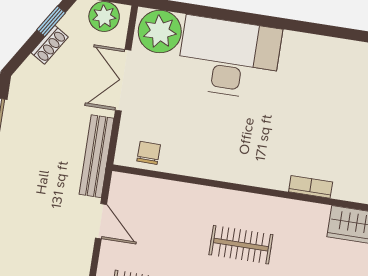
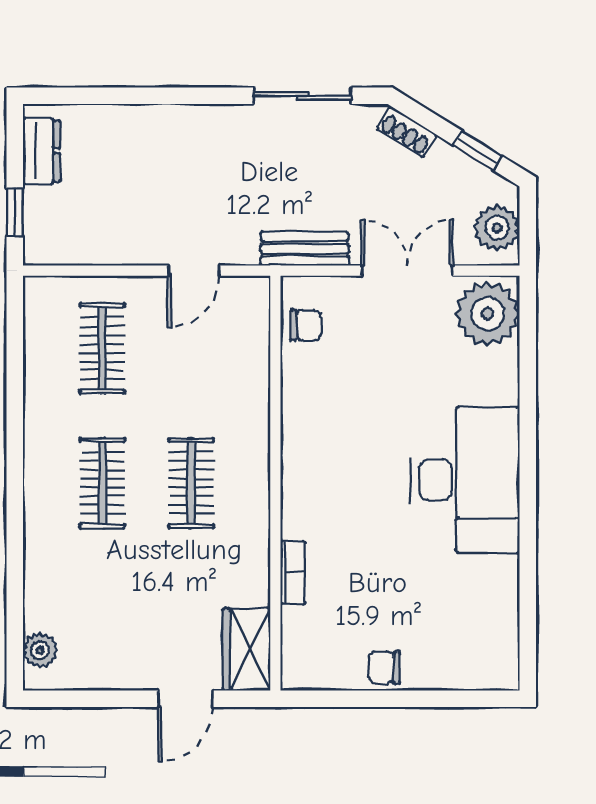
shoe rack: (50, 45) -> (407, 132), moved
desk: (229, 58) -> (465, 480), moved
bench: (96, 156) -> (305, 249), width x0.73

